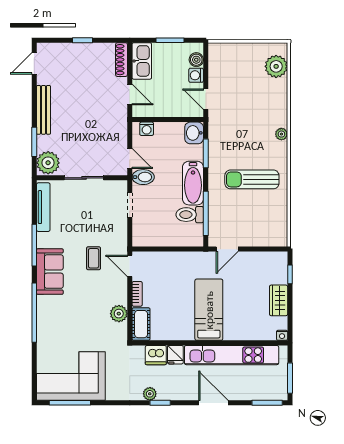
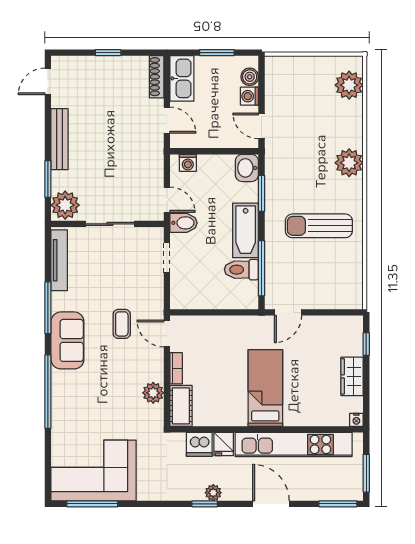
plant: (281, 134) -> (349, 163), width x1.88, depth x1.88
plant: (150, 394) -> (213, 493), moved

